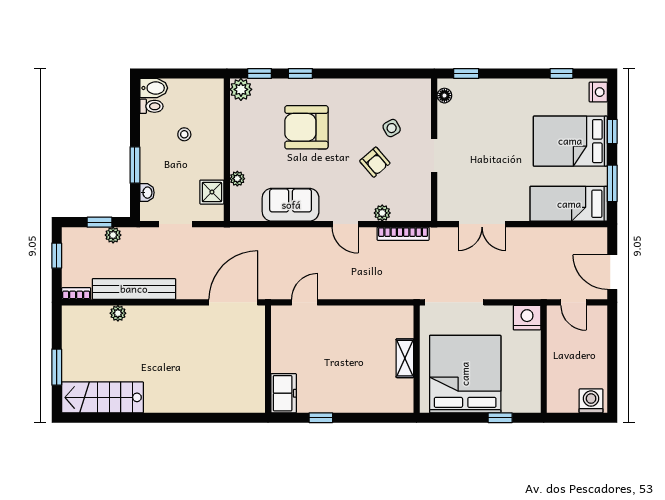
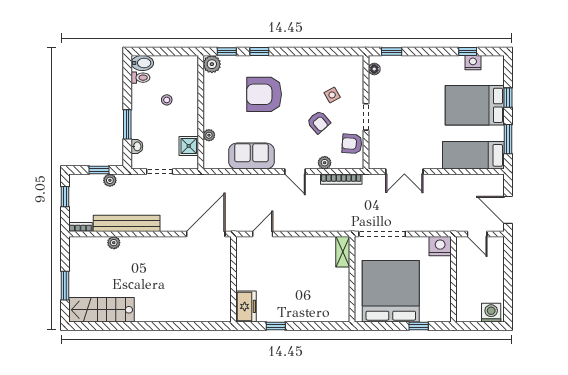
nightstand: (598, 92) -> (473, 63), moved, turned -90
armchair: (417, 189) -> (352, 144), added
shelving: (405, 358) -> (343, 252), moved

